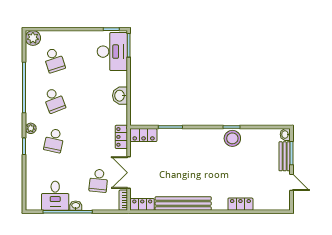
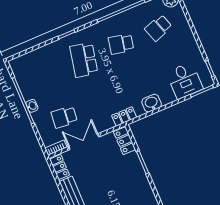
desk: (112, 52) -> (185, 81), width x0.73
school desk: (54, 100) -> (121, 44), turned 33
plant: (31, 128) -> (86, 33), removed
locker: (121, 137) -> (124, 116), moved
school desk: (54, 141) -> (84, 60), width x1.85
desk: (55, 196) -> (33, 83), removed

